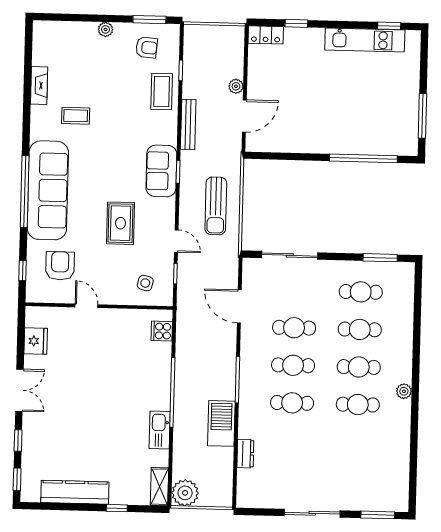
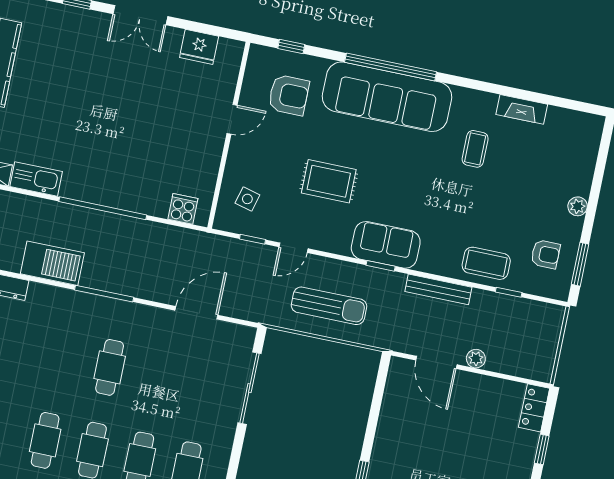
armchair: (147, 47) -> (545, 254), turned -95
sun lounger: (216, 206) -> (329, 306), turned 180
cafe table: (294, 328) -> (157, 377), removed
cafe table: (292, 403) -> (62, 358), removed
kitchen sink: (160, 430) -> (36, 179), moved

